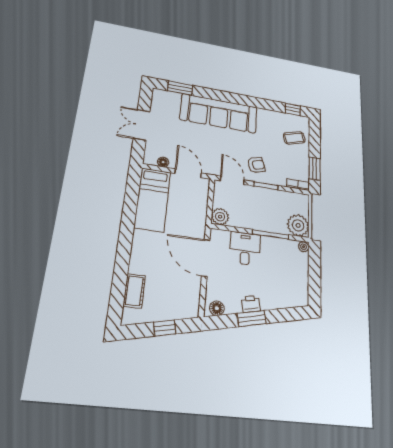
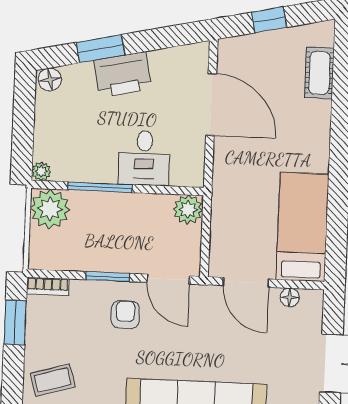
armchair: (256, 165) -> (125, 315), turned 107
door: (206, 258) -> (211, 105), moved
printer: (251, 304) -> (123, 75), width x1.87, depth x1.48
floor lamp: (217, 308) -> (50, 79), moved
window: (252, 318) -> (100, 49), moved

